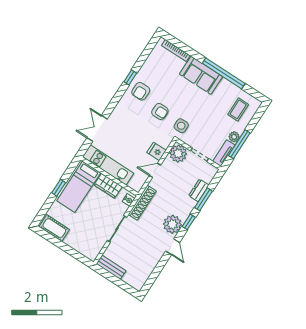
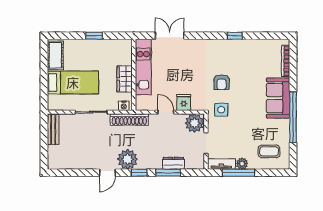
armchair: (141, 91) -> (229, 53), removed
bed: (79, 187) -> (73, 83), moved, turned 180

